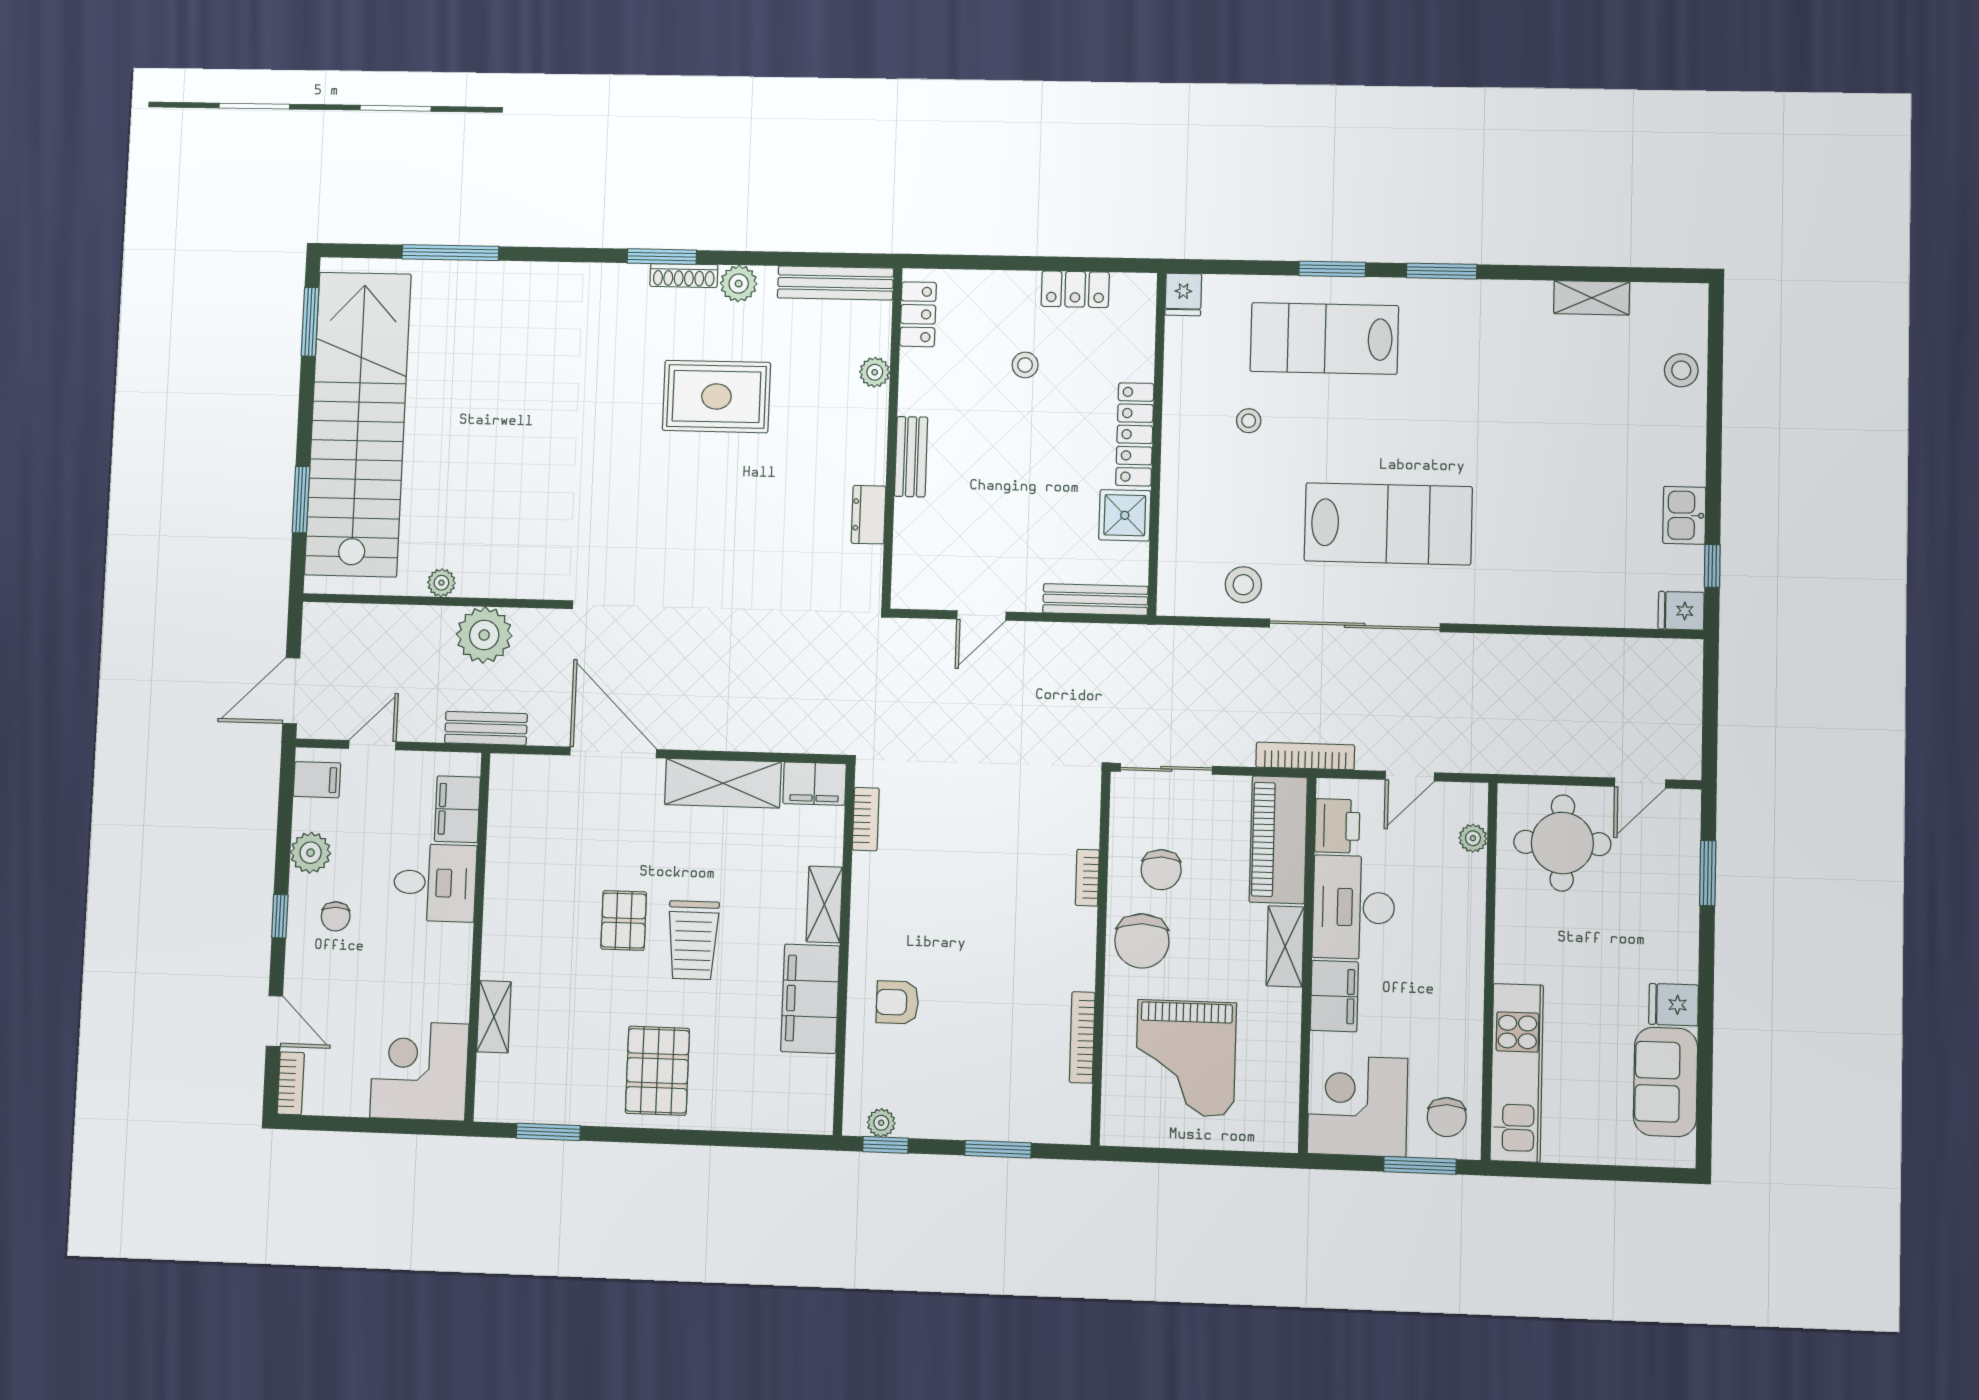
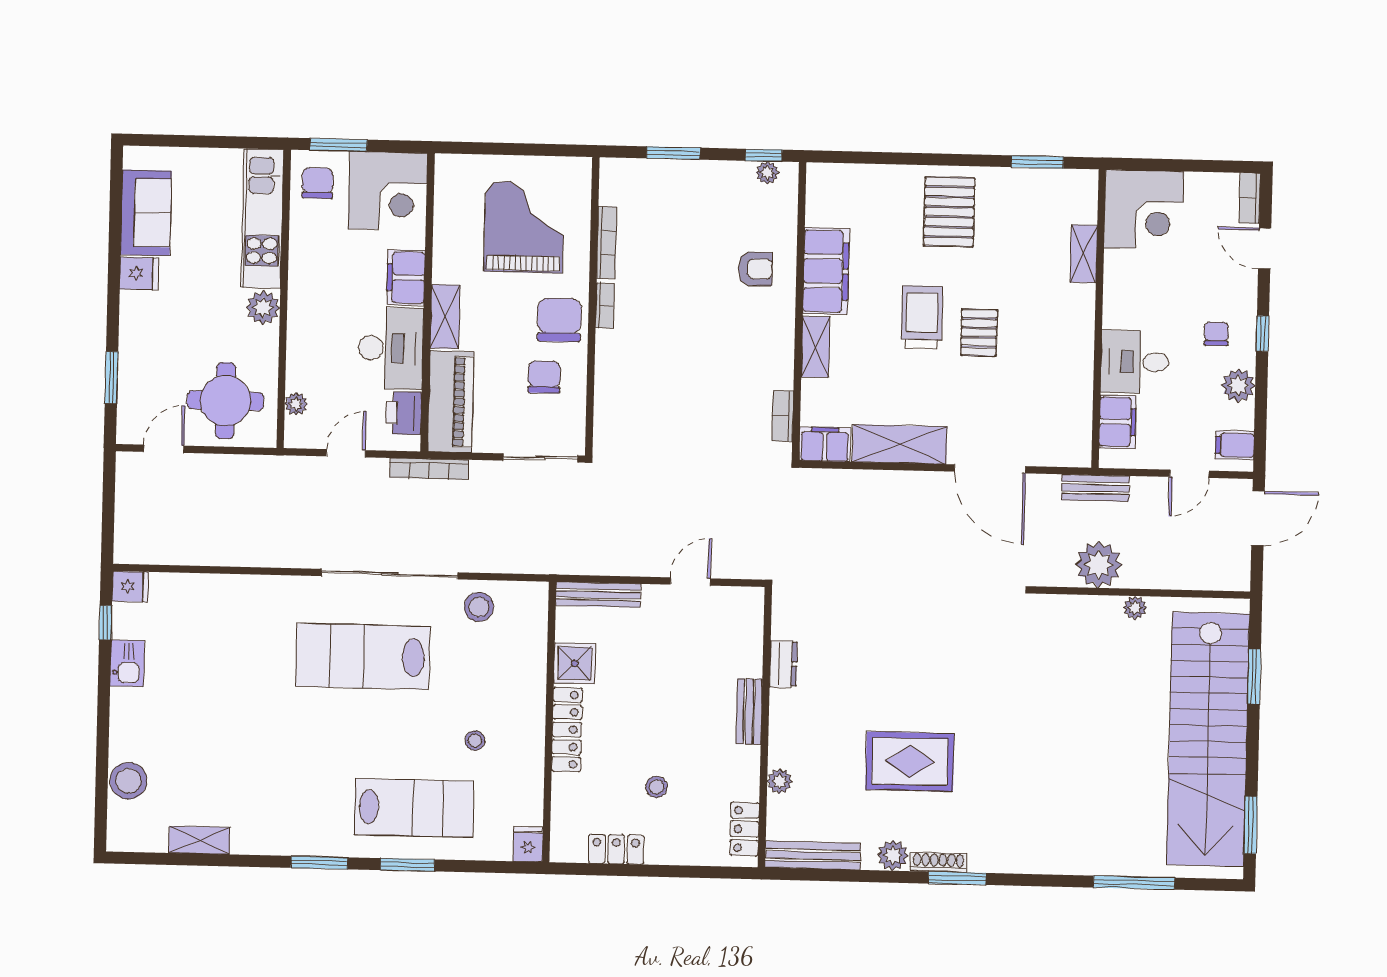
stool: (1681, 370) -> (128, 781), width x1.38, depth x1.38
bookcase: (1087, 878) -> (605, 306), moved
plant: (1515, 960) -> (263, 308), added

